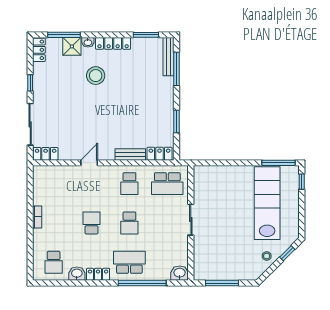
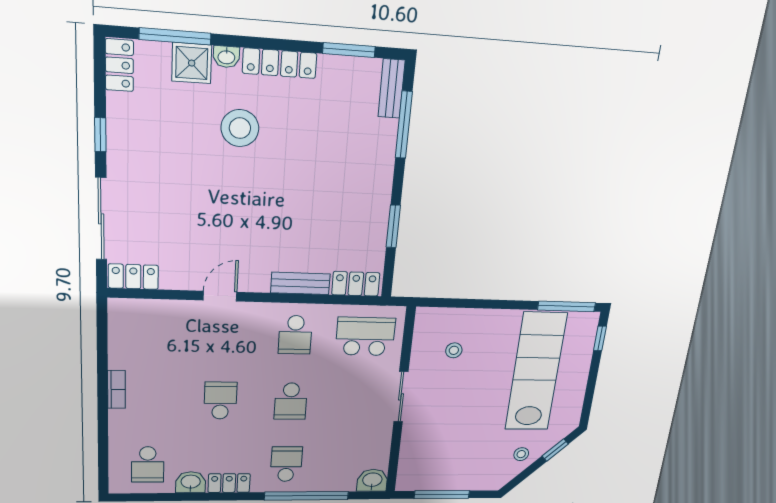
bench: (168, 57) -> (391, 89), width x0.73
school desk: (167, 184) -> (365, 336), turned 180
stool: (218, 191) -> (454, 350), added
school desk: (129, 262) -> (286, 464), width x0.54

